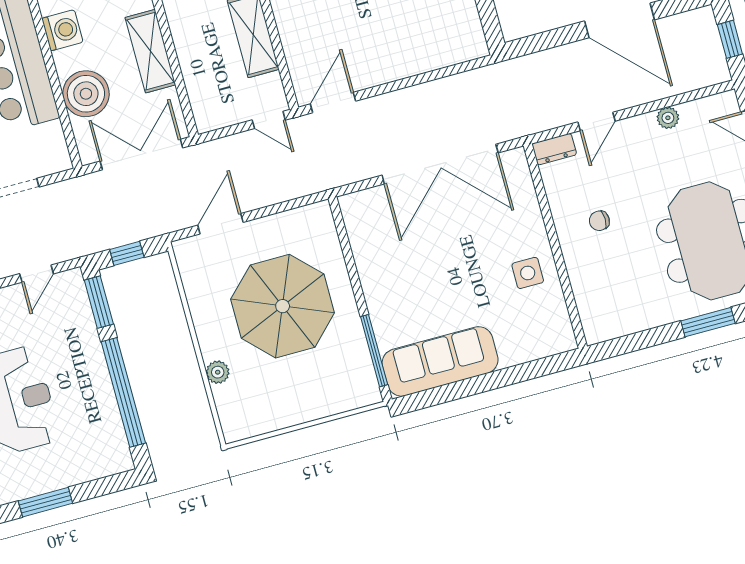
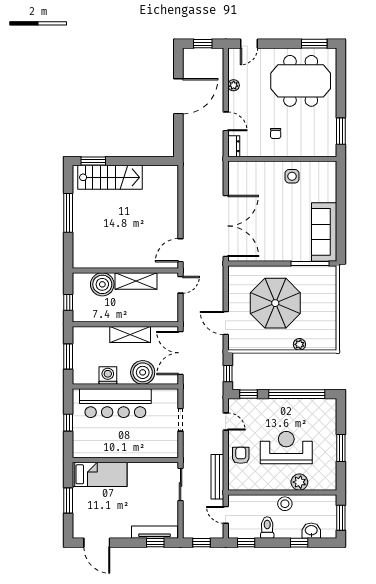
door: (333, 102) -> (181, 250), hinge flipped
double door: (440, 164) -> (226, 226), moved
window: (99, 302) -> (248, 394), width x0.67
window: (708, 322) -> (341, 131), moved

